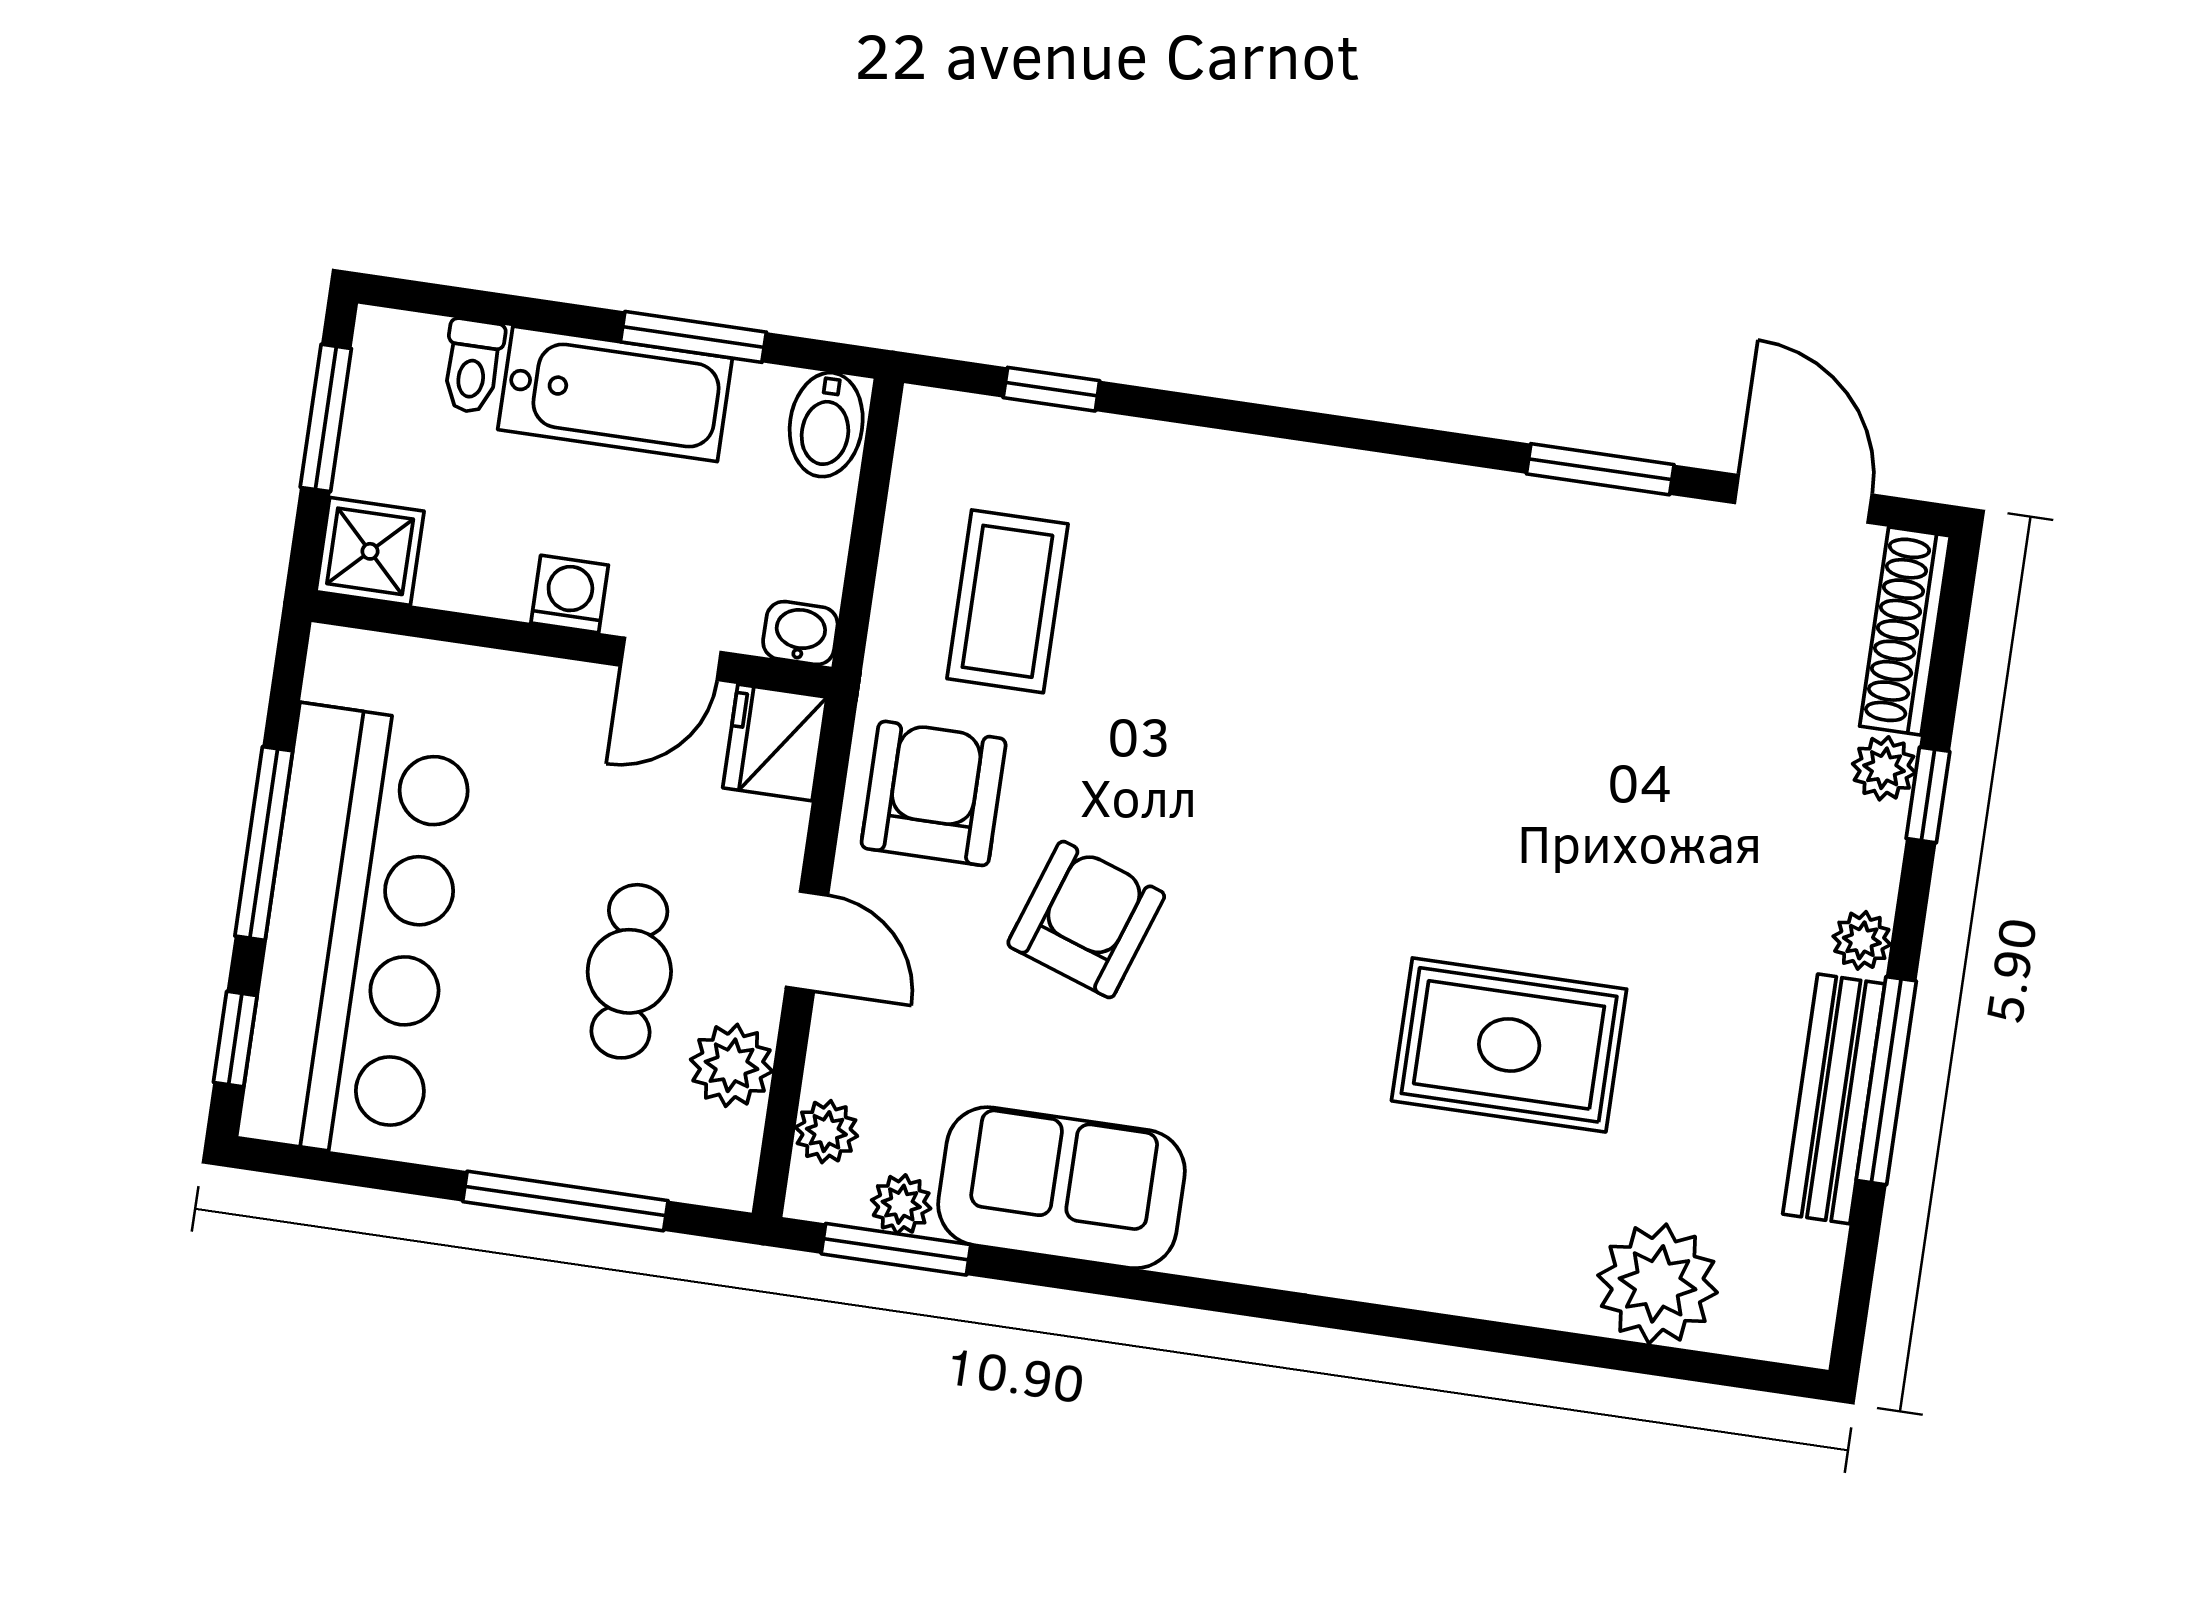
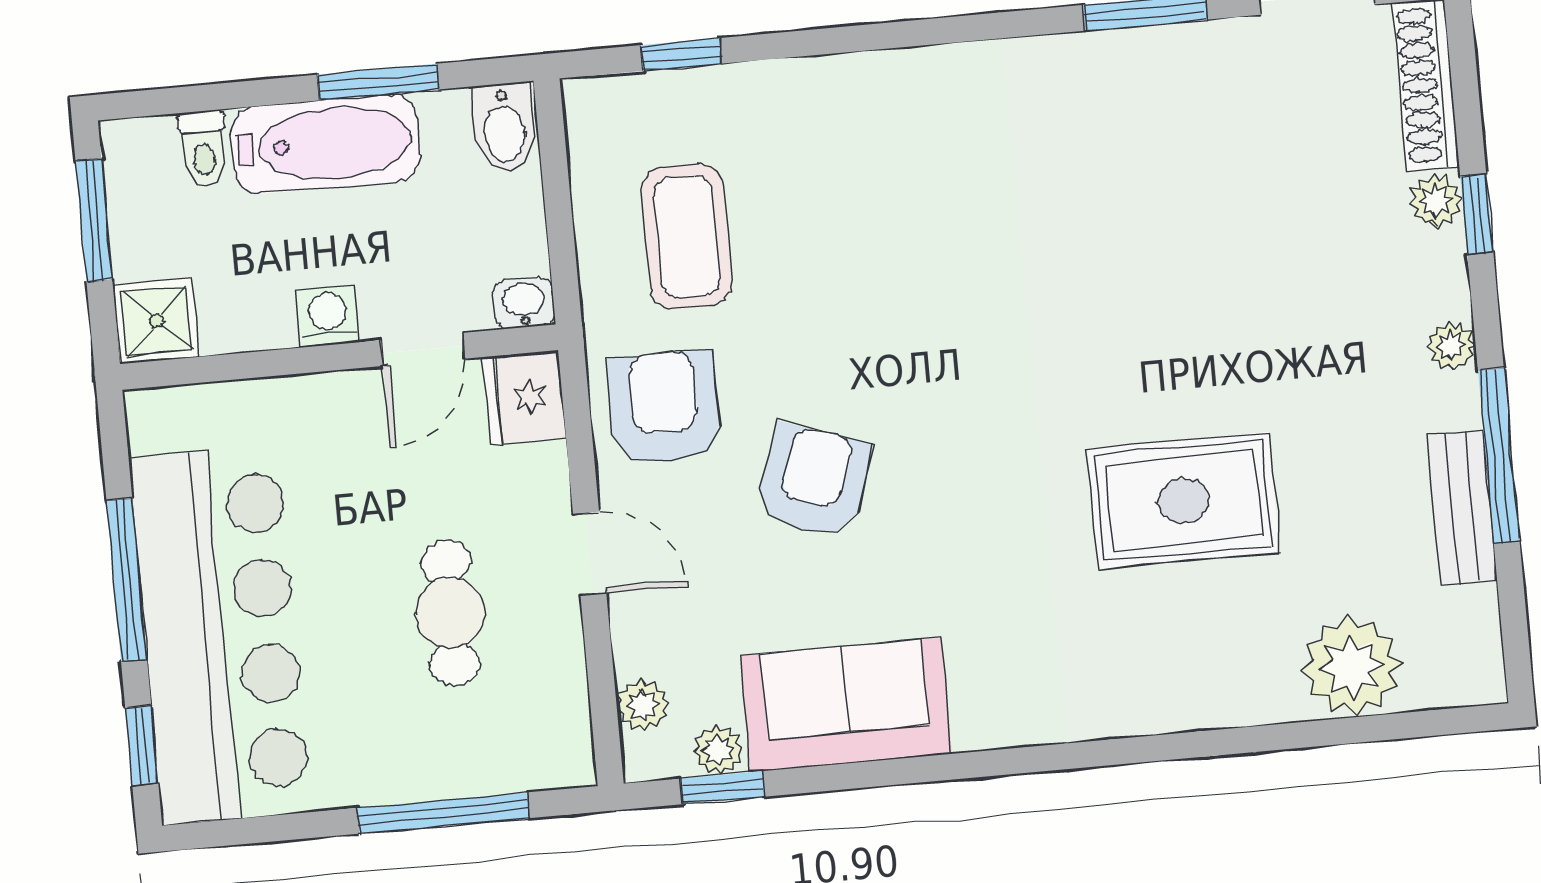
plant: (732, 1065) -> (552, 670), removed
bench: (1834, 1099) -> (1462, 508), width x0.73
window: (896, 1249) -> (723, 788), width x0.67

